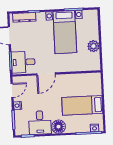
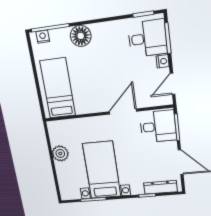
bed: (82, 105) -> (58, 88), moved, turned -90
desk: (40, 123) -> (147, 38), moved, turned 90
floor lamp: (59, 127) -> (81, 36), moved

